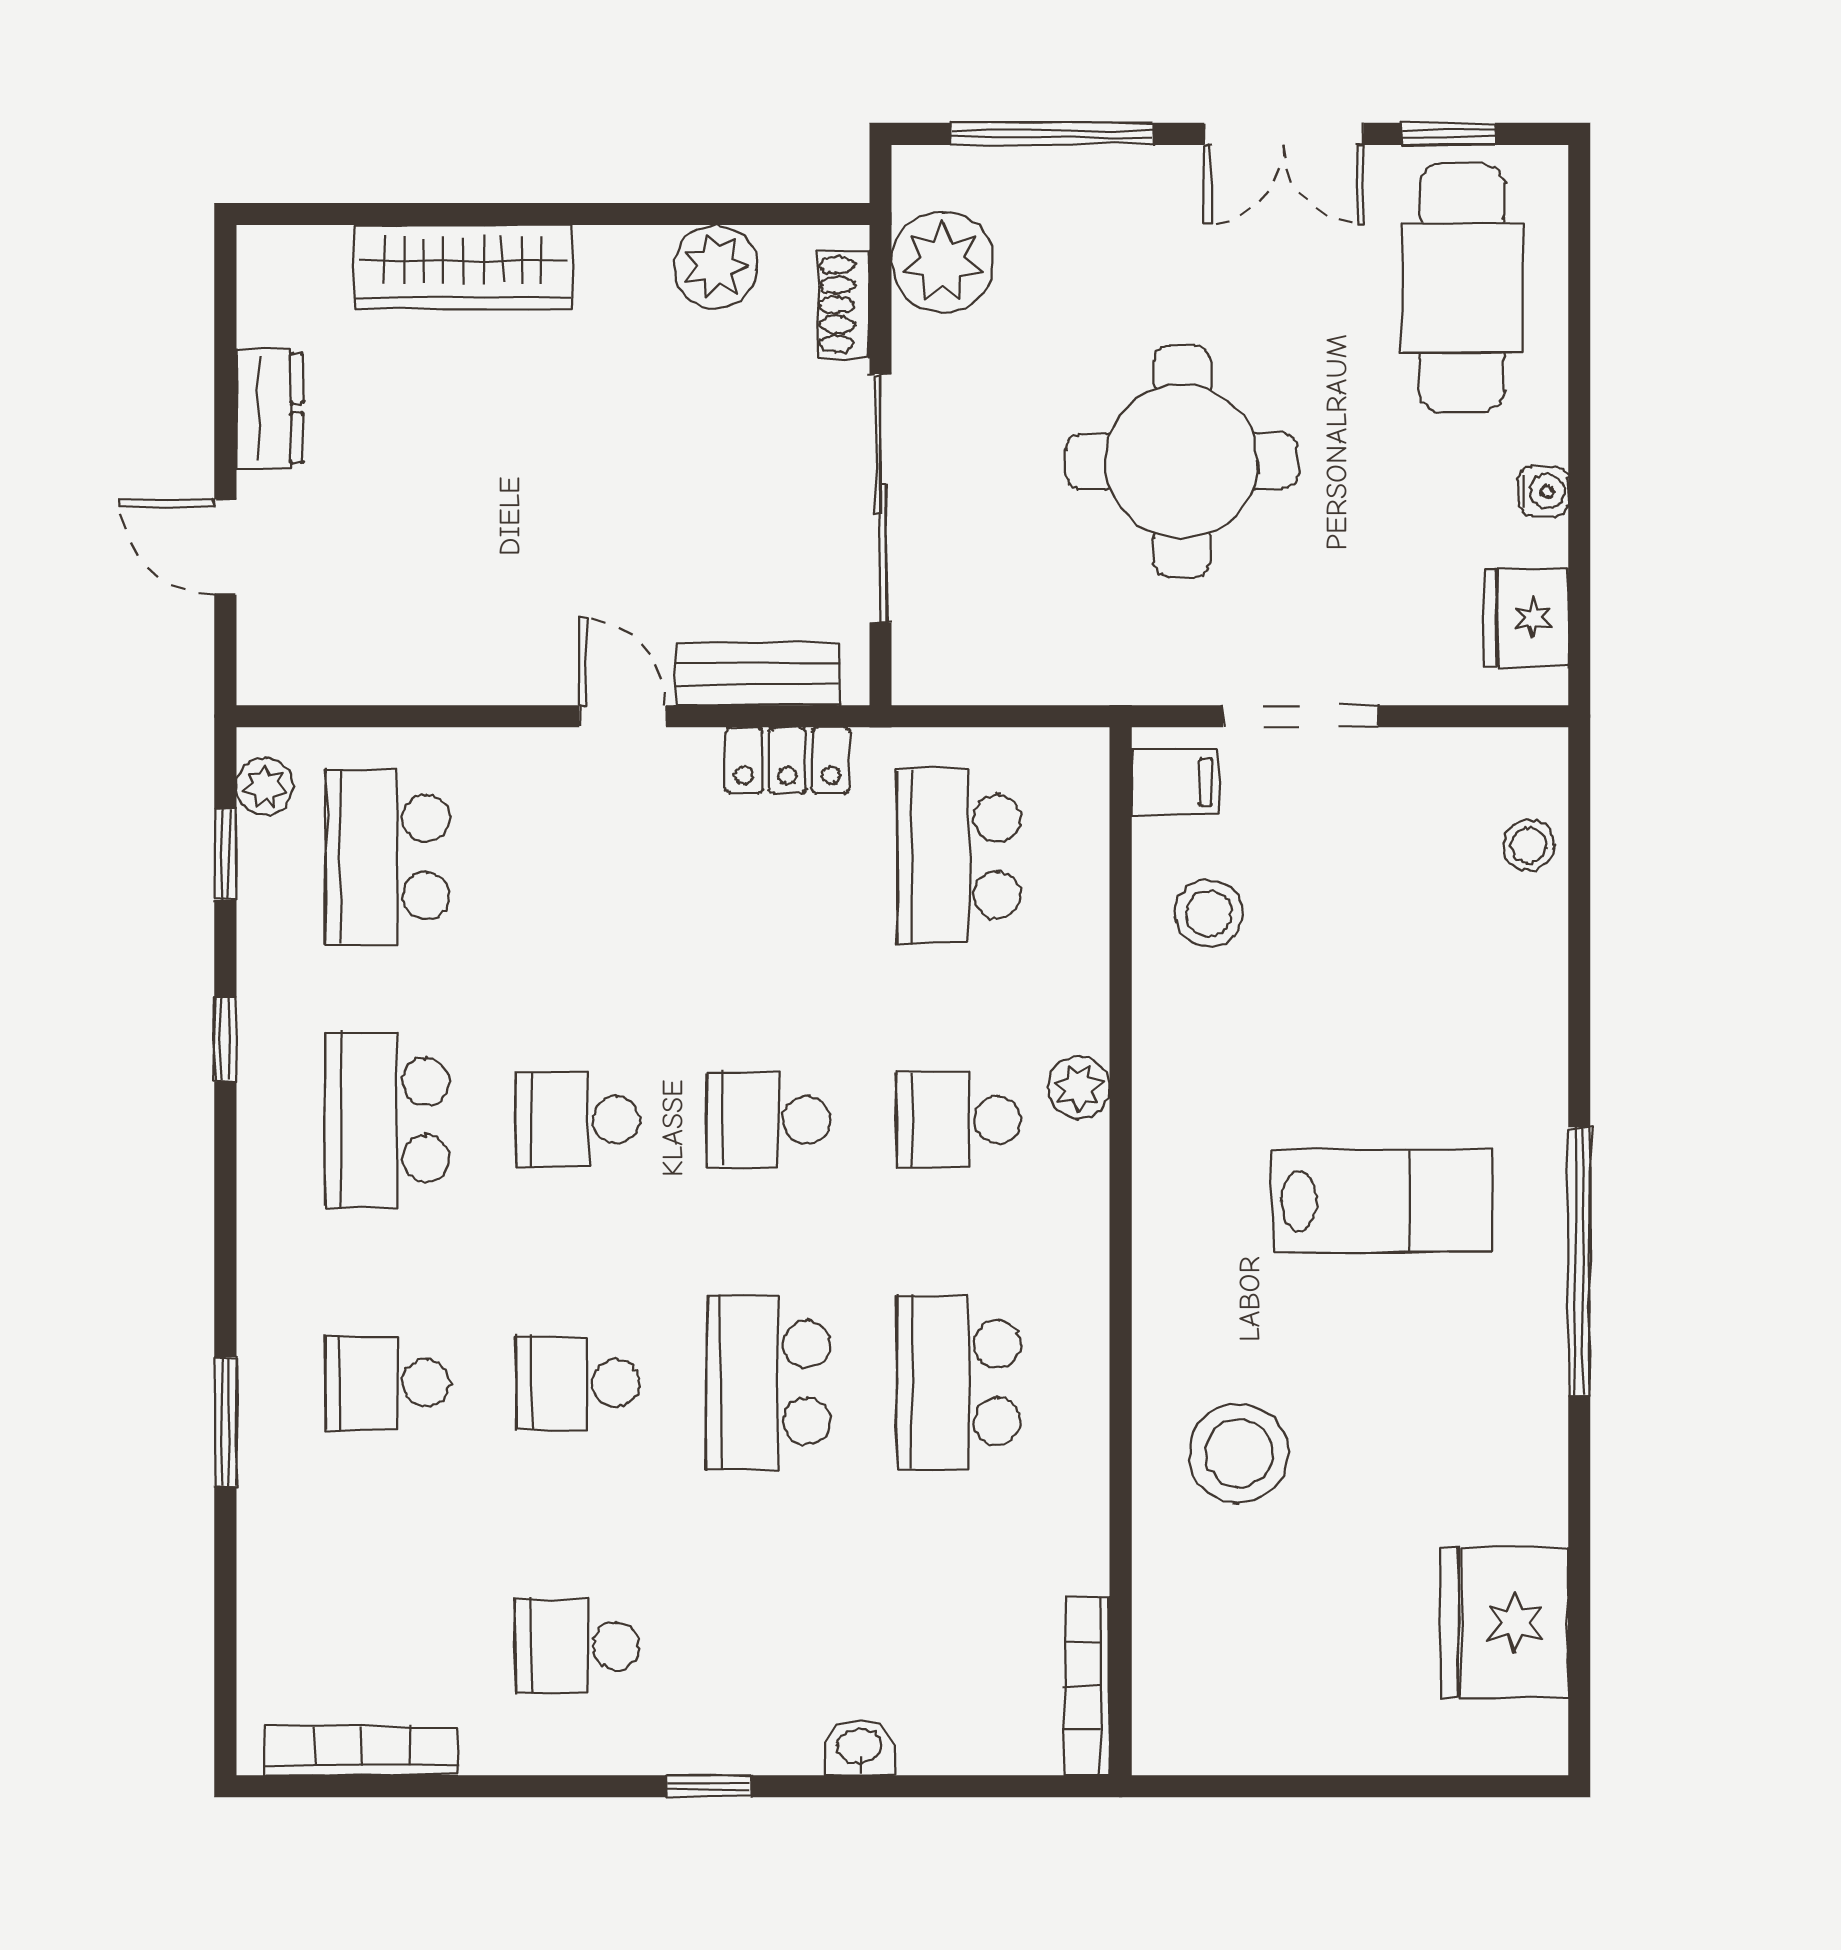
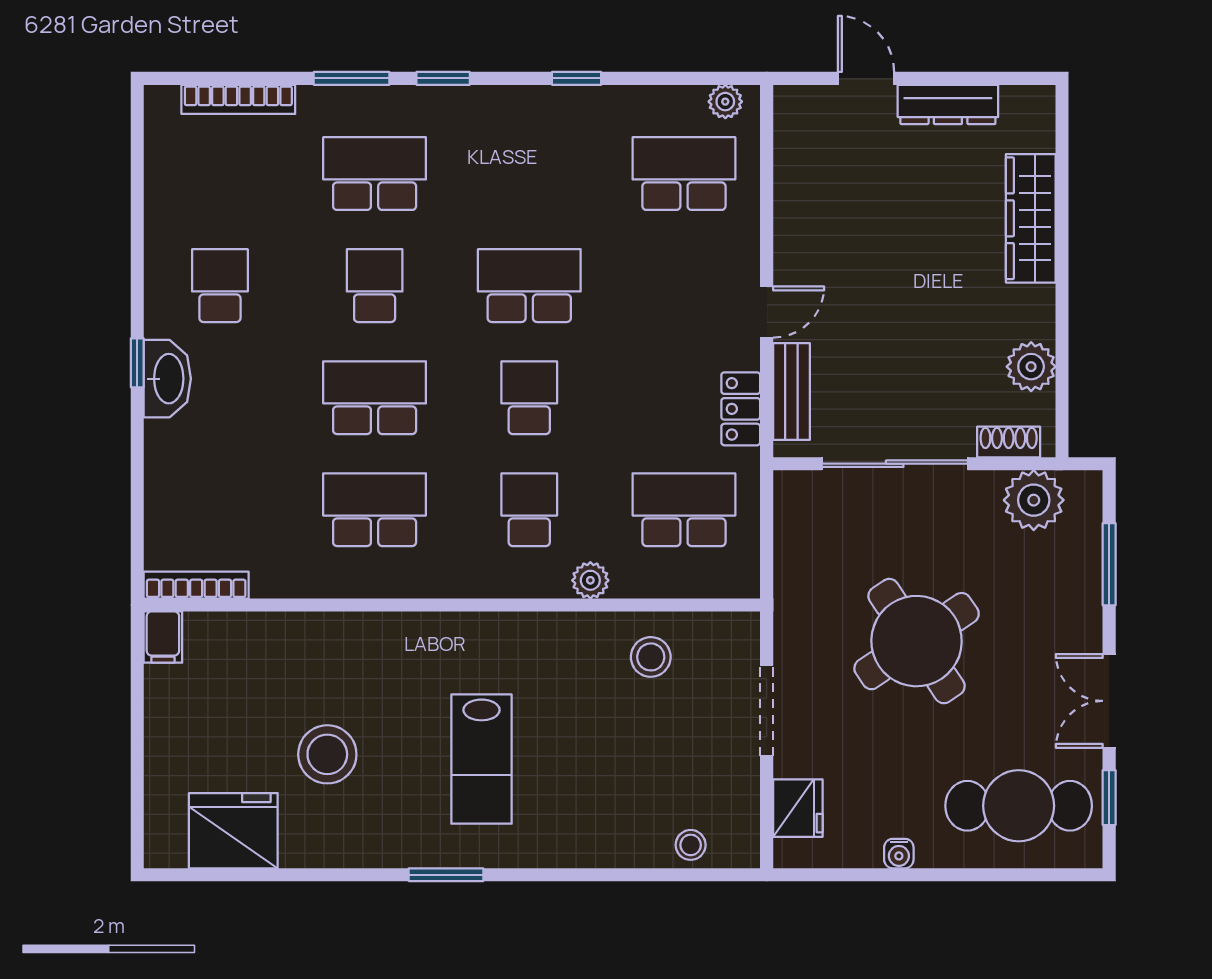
window: (1051, 134) -> (1109, 564), width x0.69
dresser: (270, 408) -> (948, 104), width x1.44
round table: (1182, 461) -> (917, 641), turned -34
door: (225, 547) -> (866, 78), hinge flipped
fridge: (1526, 618) -> (798, 808), moved, turned 90
filing cabinet: (1175, 782) -> (163, 637), moved
window: (225, 854) -> (443, 78), moved
plant: (1079, 1088) -> (590, 580), moved
school desk: (387, 1120) -> (529, 174), removed
school desk: (578, 1120) -> (529, 286), width x1.85
window: (1579, 1261) -> (446, 875), width x0.47
school desk: (387, 1383) -> (375, 174), width x1.85
stool: (1239, 1453) -> (327, 754), moved
washbasin: (859, 1747) -> (167, 379), moved, width x1.91, depth x1.45
bookcase: (361, 1751) -> (238, 99), moved, turned 90

